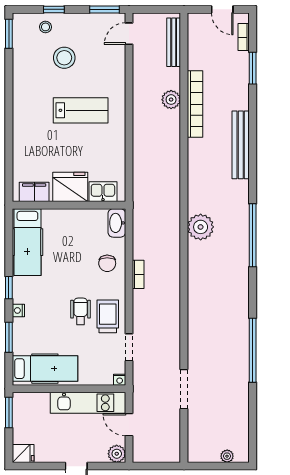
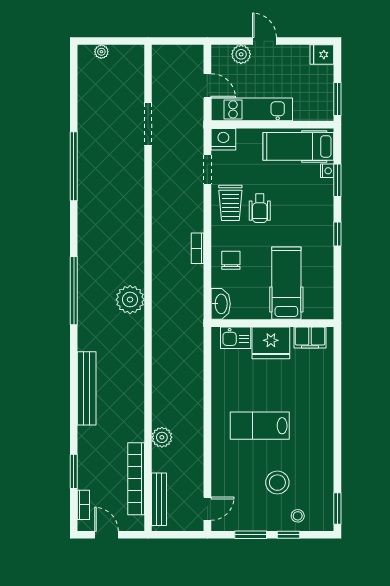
window: (104, 9) -> (251, 535), moved
bookcase: (195, 104) -> (136, 479), moved
hospital bed: (27, 242) -> (286, 283), moved
nightstand: (18, 310) -> (327, 171), moved
nightstand: (120, 380) -> (223, 139), width x1.89, depth x1.79
plant: (117, 454) -> (241, 54), moved

